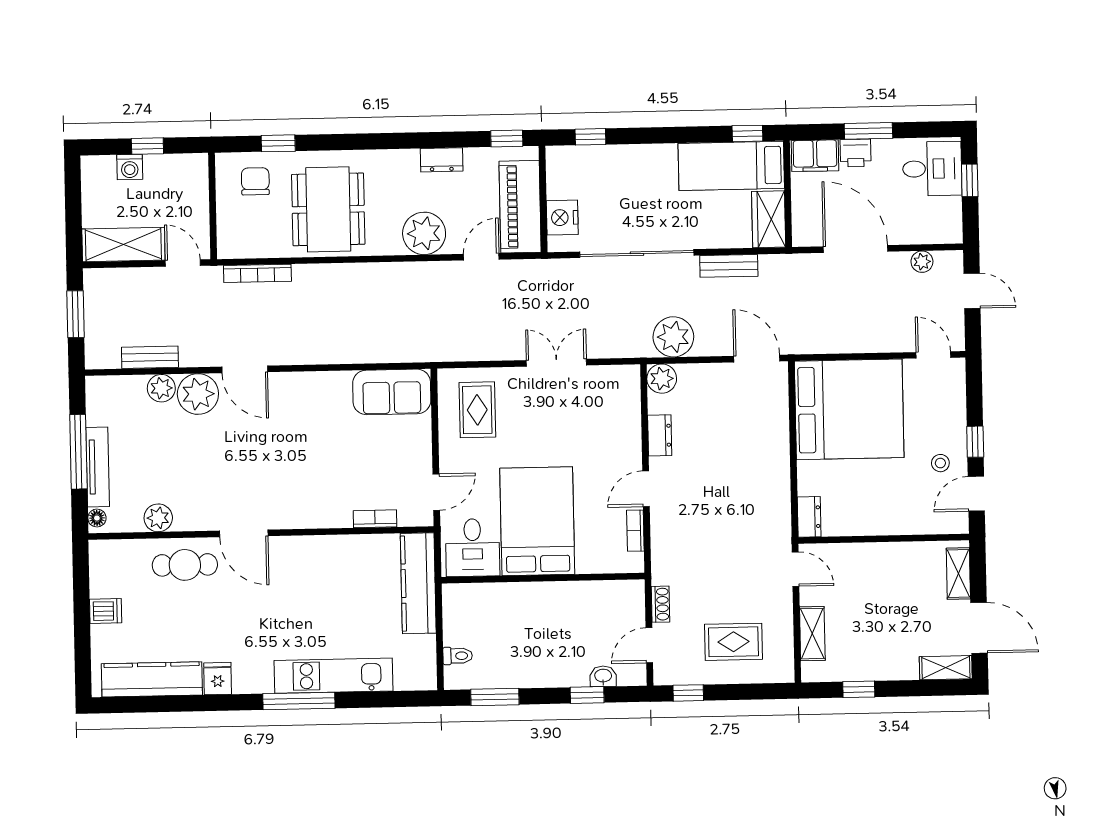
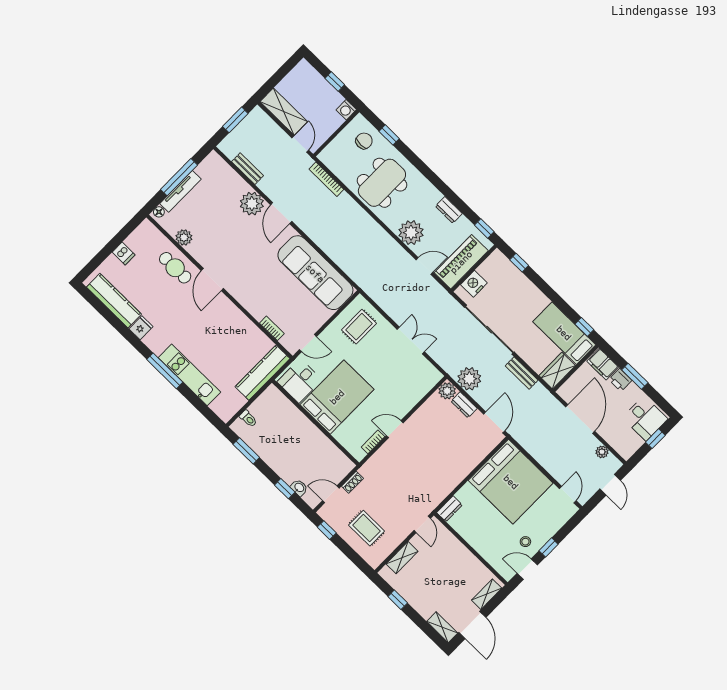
washing machine: (130, 167) -> (346, 110), moved
plant: (161, 388) -> (239, 186), removed
sofa: (392, 392) -> (315, 273), width x1.85, depth x1.27
dresser: (660, 435) -> (464, 405), moved, turned 90

